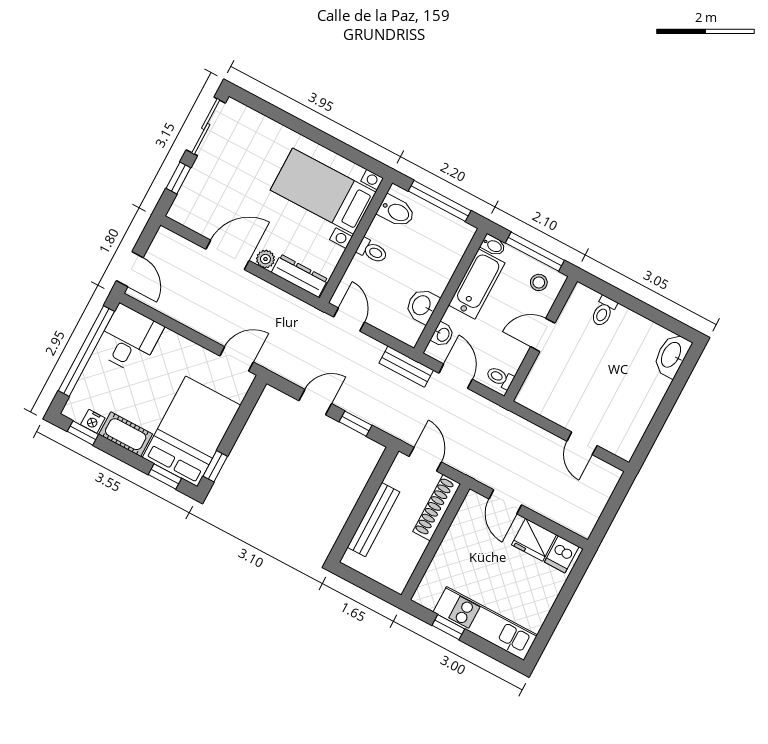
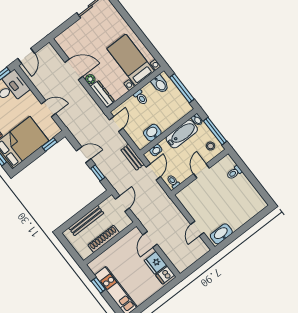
window: (178, 178) -> (67, 24), removed
door: (543, 335) -> (202, 171), hinge flipped
washbasin: (672, 355) -> (221, 234), moved
door: (237, 359) -> (49, 109), moved
window: (215, 466) -> (49, 144), moved
shoe rack: (437, 508) -> (104, 239), moved

